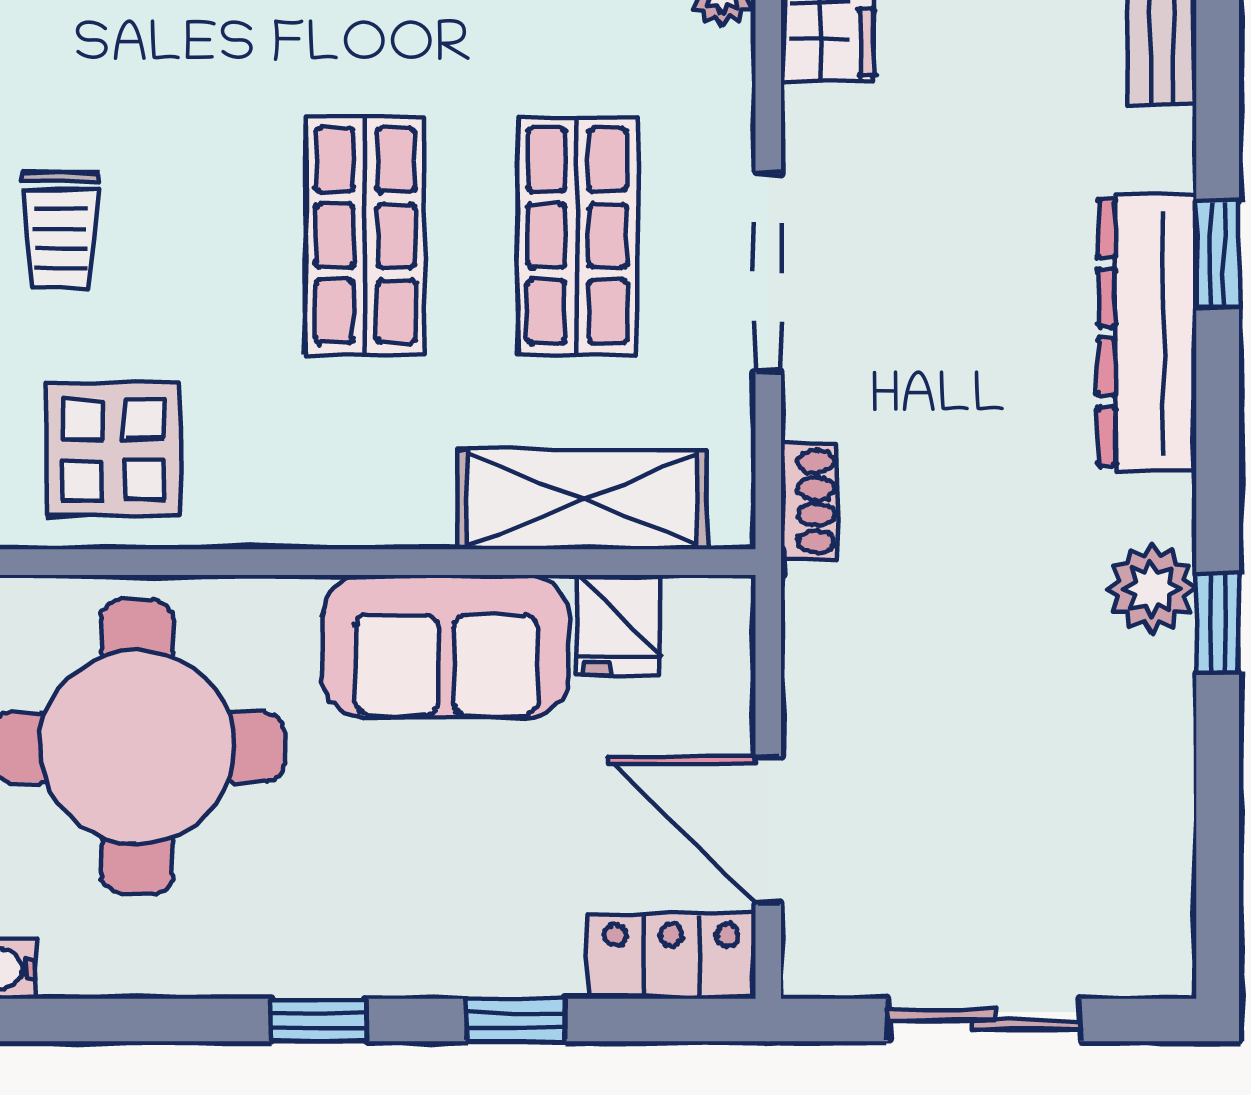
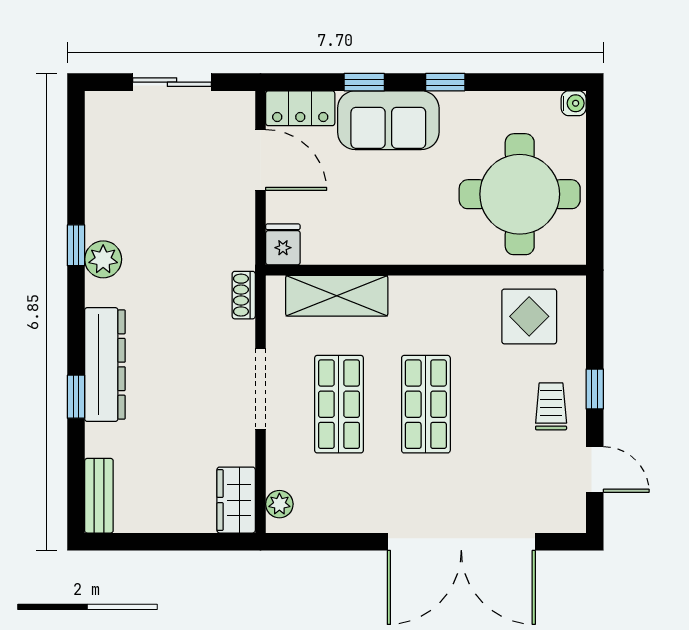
fridge: (618, 625) -> (283, 244), moved
sofa: (446, 646) -> (388, 120), moved, turned 180

